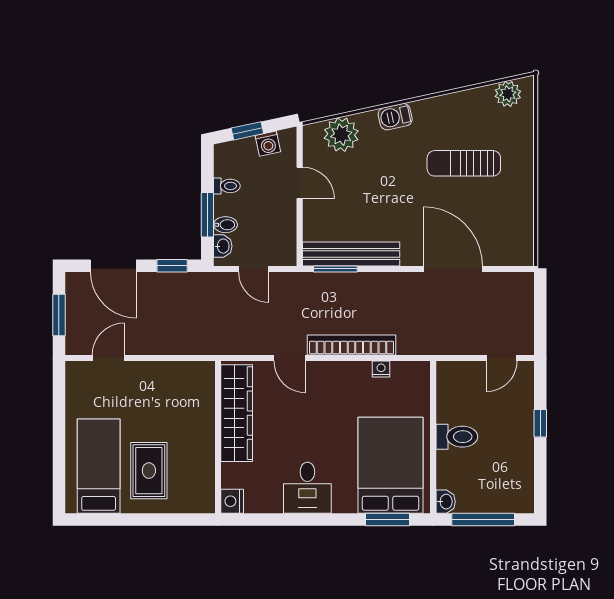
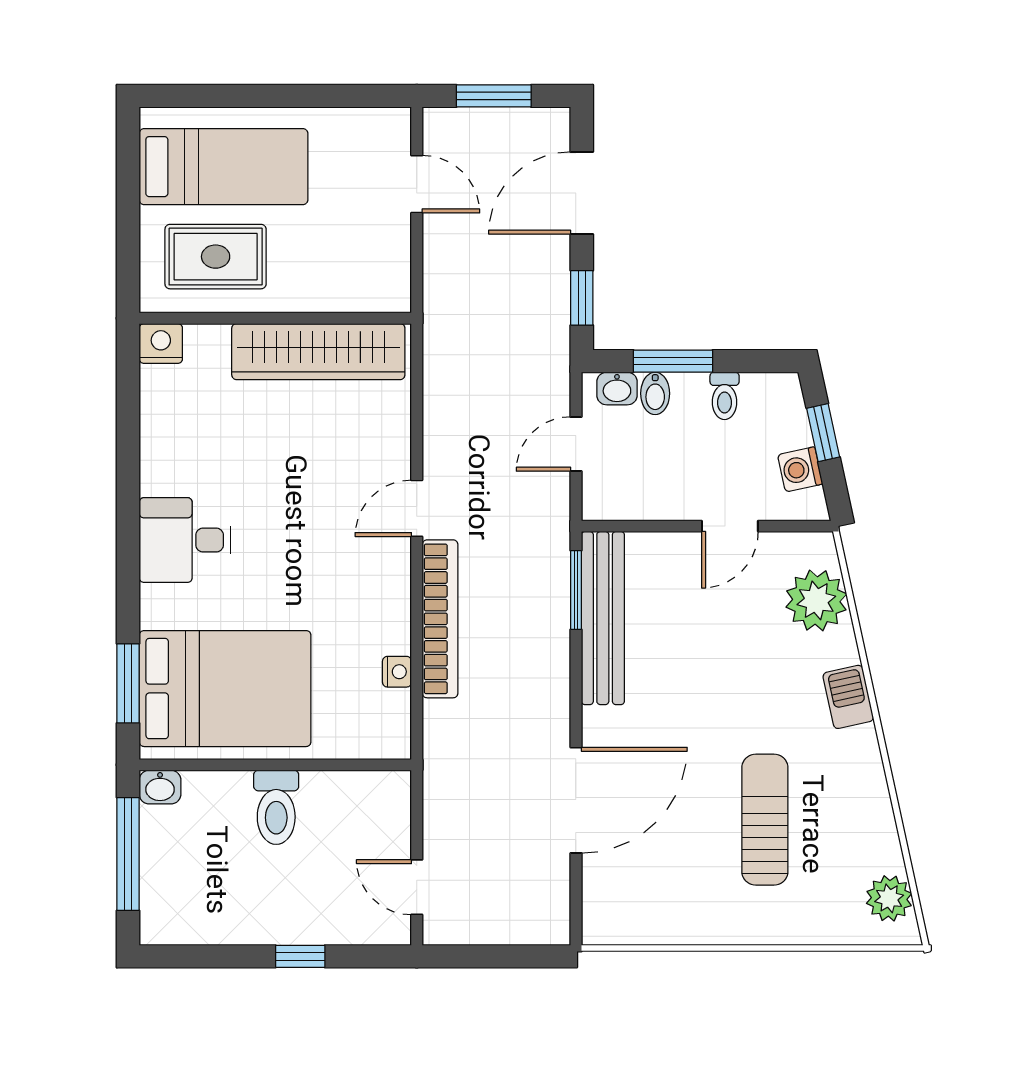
wardrobe: (237, 413) -> (318, 352), moved
wall: (218, 437) -> (275, 318), moved
nightstand: (232, 501) -> (161, 344), moved

